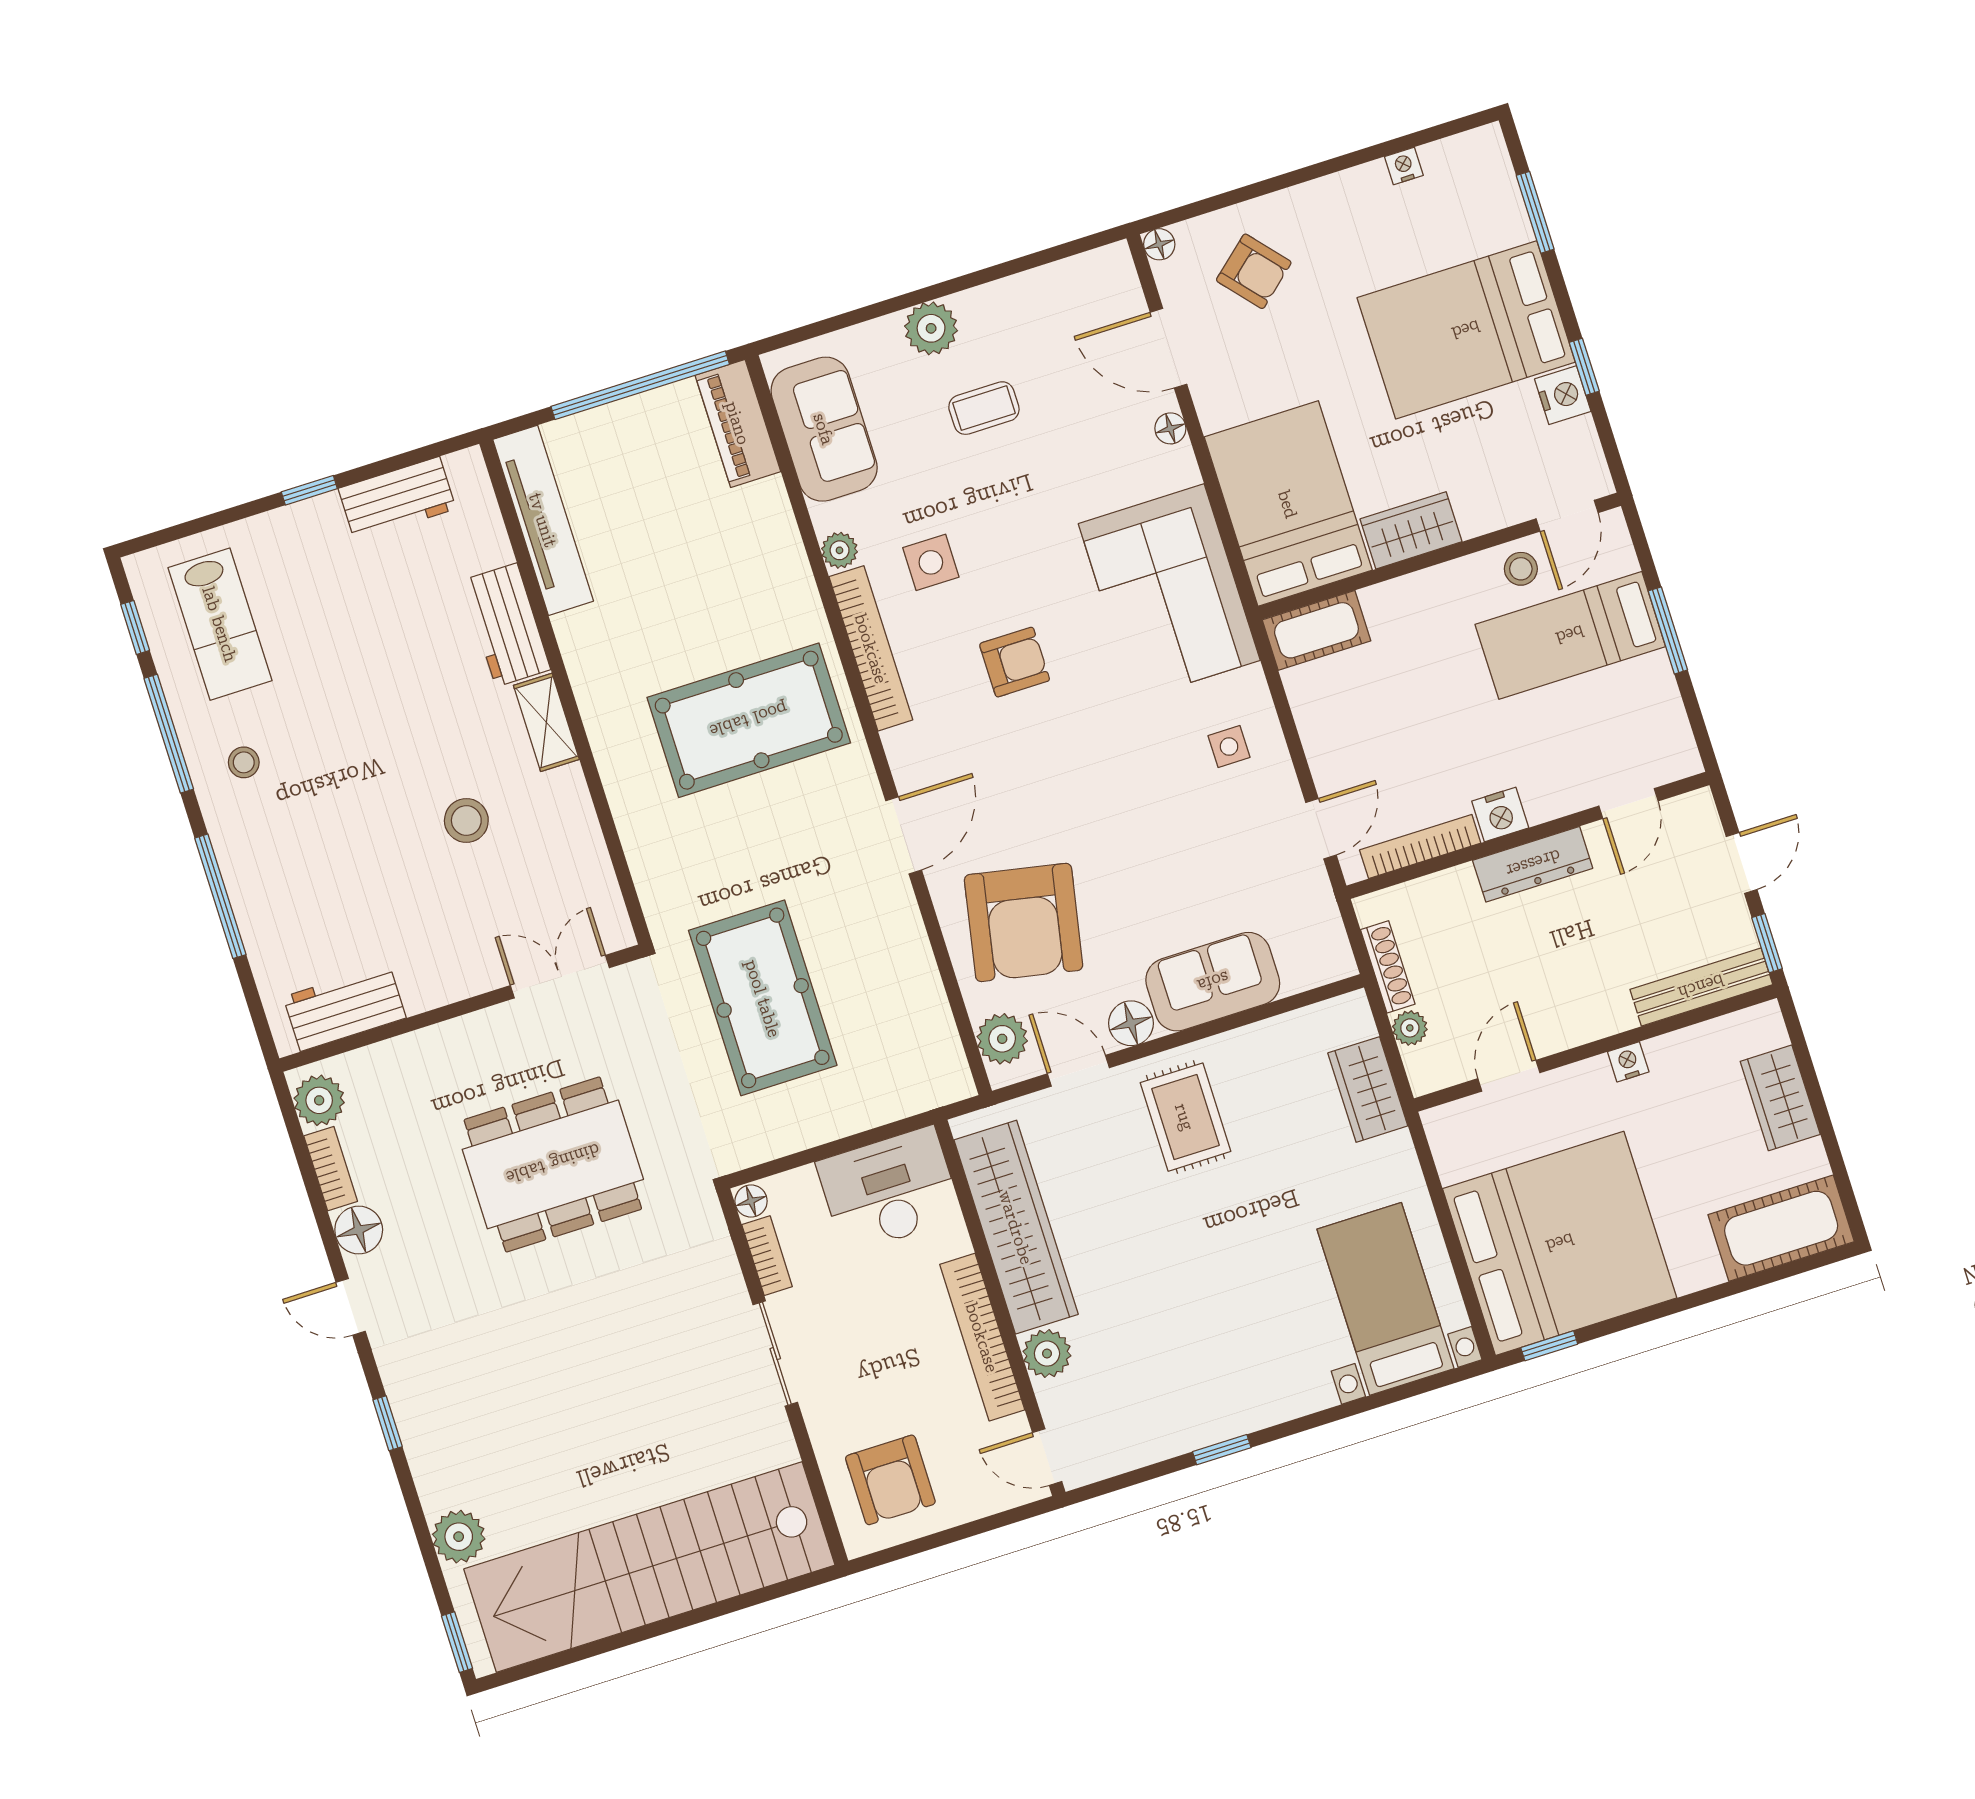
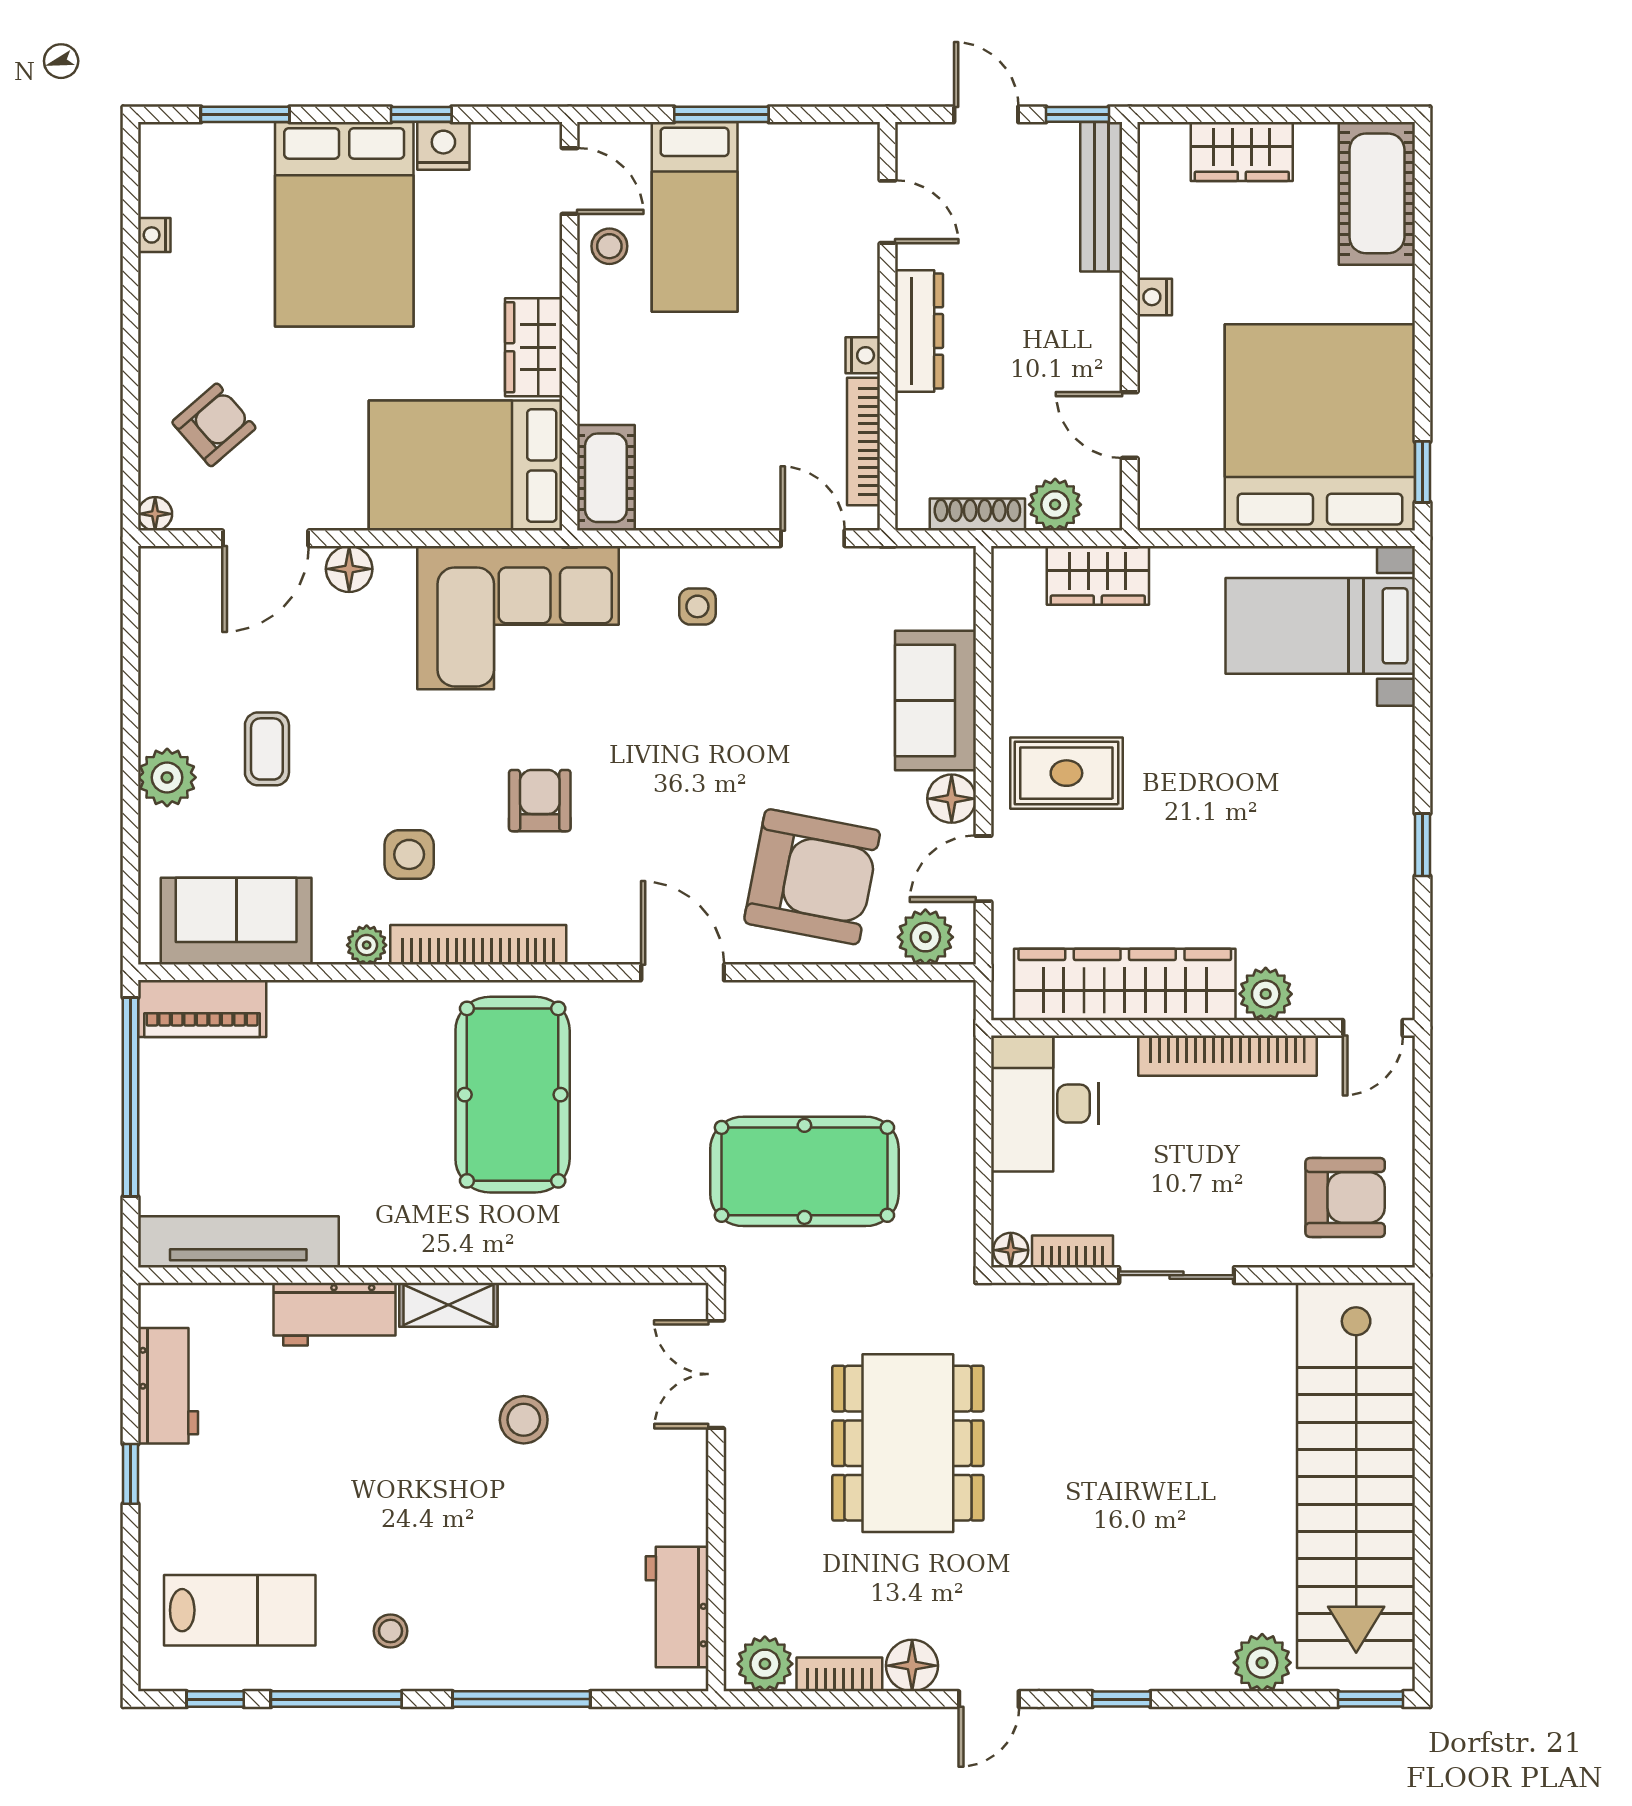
floor lamp: (1170, 428) -> (349, 569), width x1.37, depth x1.37
nightstand: (1500, 814) -> (863, 355), width x0.72, depth x0.74
plant: (1410, 1028) -> (1055, 505), width x1.38, depth x1.38

